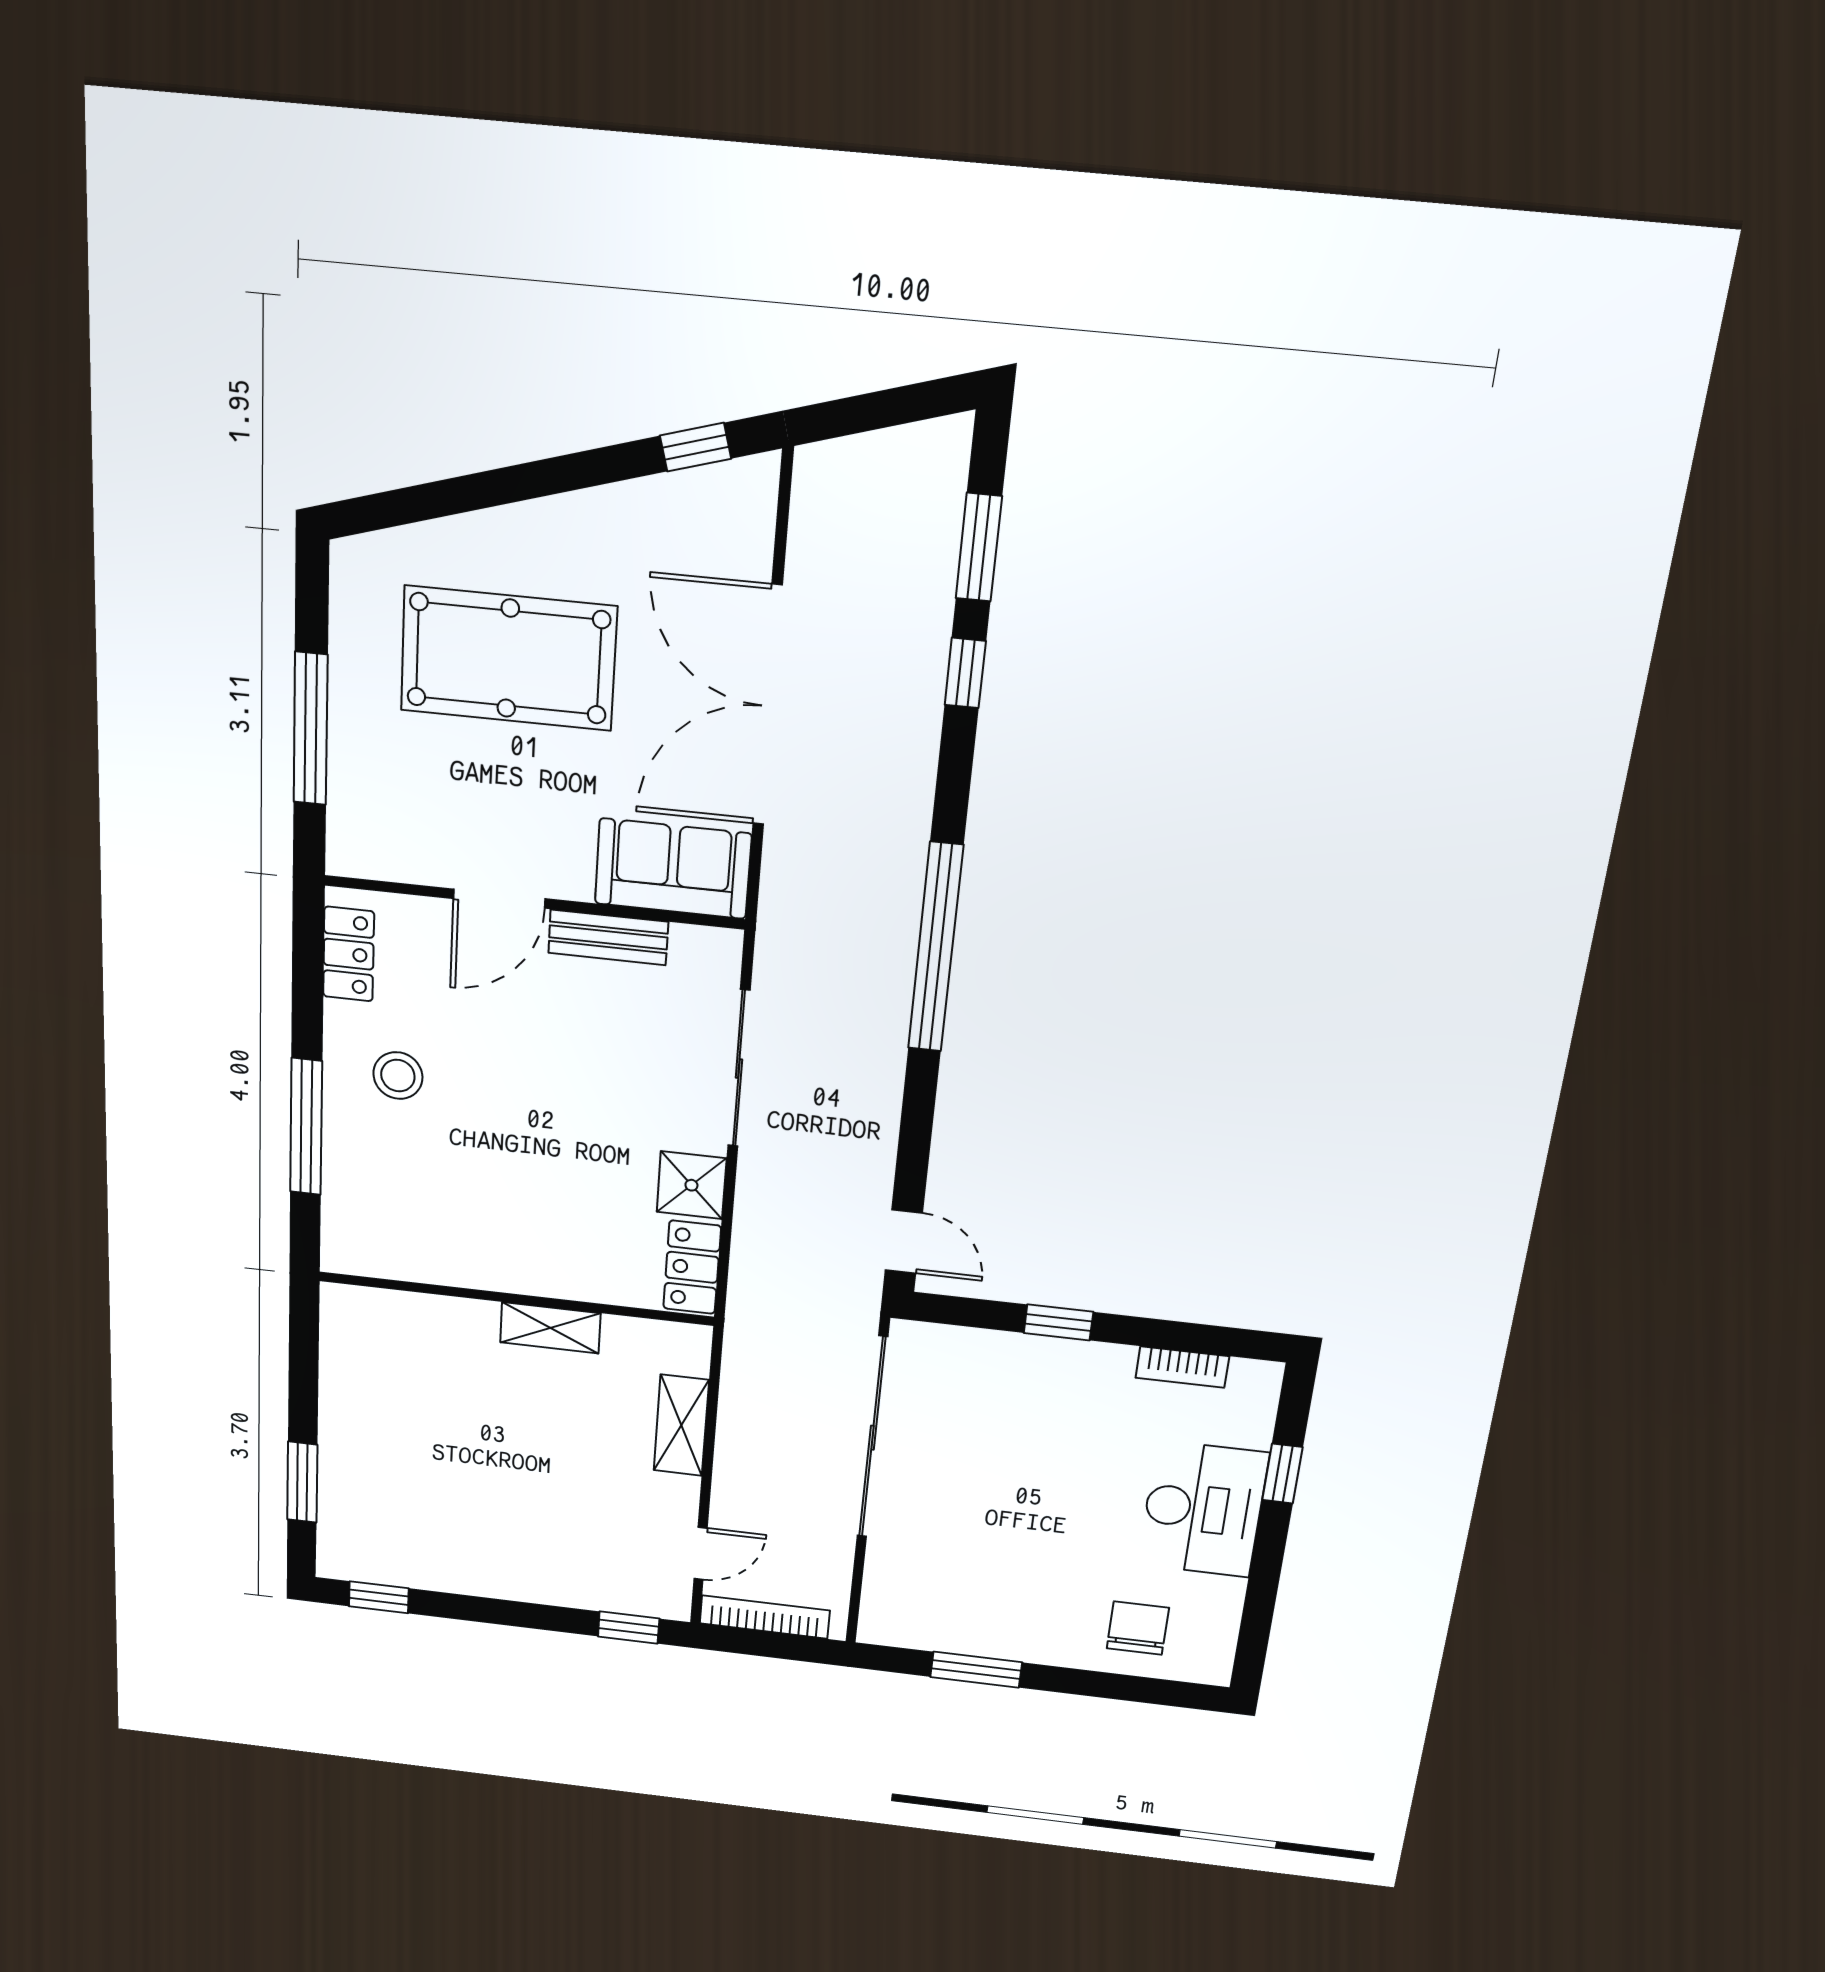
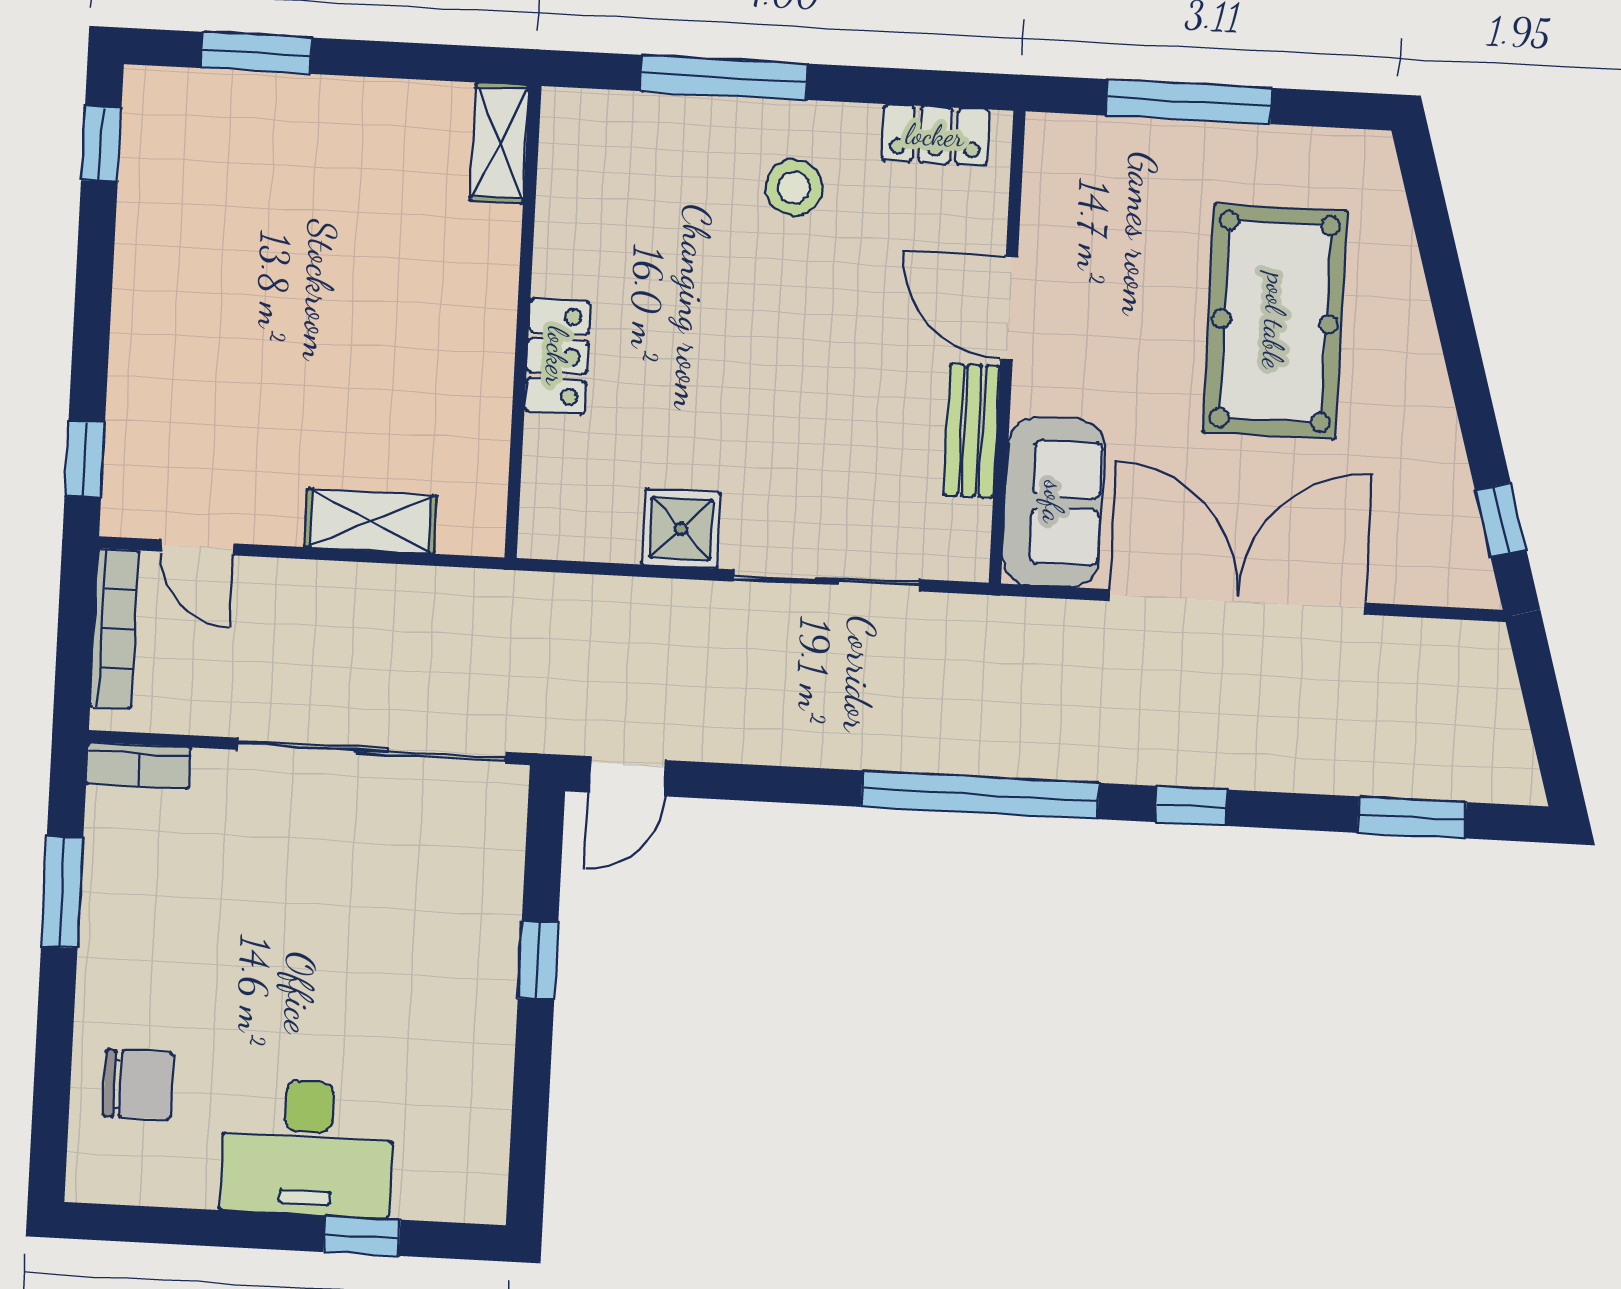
window: (965, 673) -> (1191, 806), moved
locker: (692, 1267) -> (557, 356), moved, turned 90
shelving: (550, 1328) -> (500, 143), moved
bookcase: (1182, 1367) -> (139, 765), moved, turned -90

